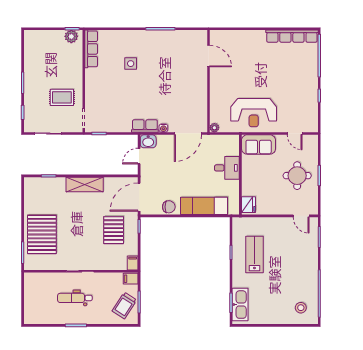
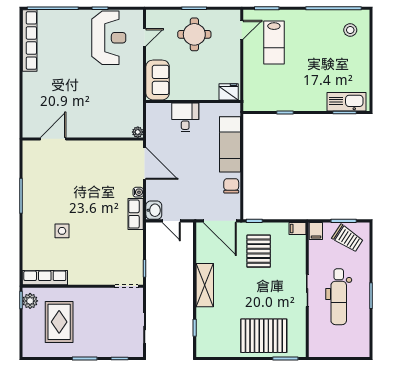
rug: (62, 97) -> (59, 322), moved, width x1.36, depth x1.43
reception desk: (254, 113) -> (109, 38), moved
pallet: (114, 230) -> (259, 251), turned 90
lab bench: (254, 254) -> (274, 43), moved, turned -90
dental chair: (75, 298) -> (339, 297), width x1.36, depth x1.38

